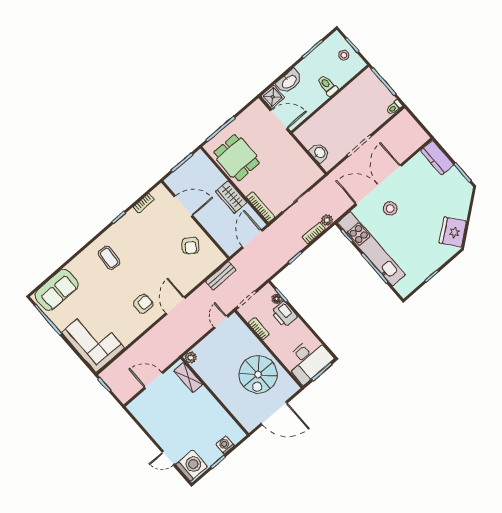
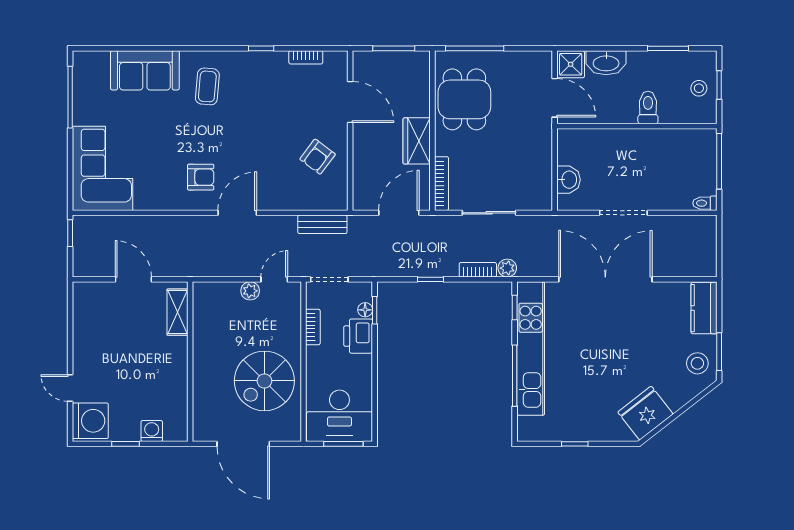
stool: (390, 208) -> (697, 363), moved
sofa: (57, 290) -> (145, 70), moved
plant: (191, 358) -> (250, 291), moved

